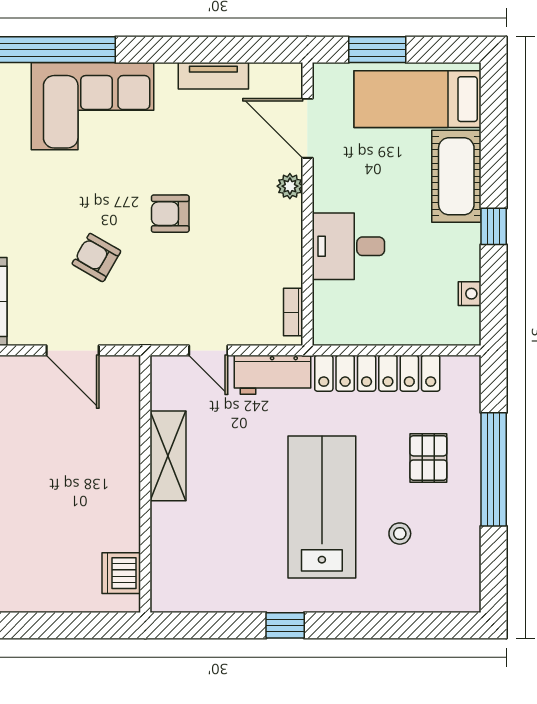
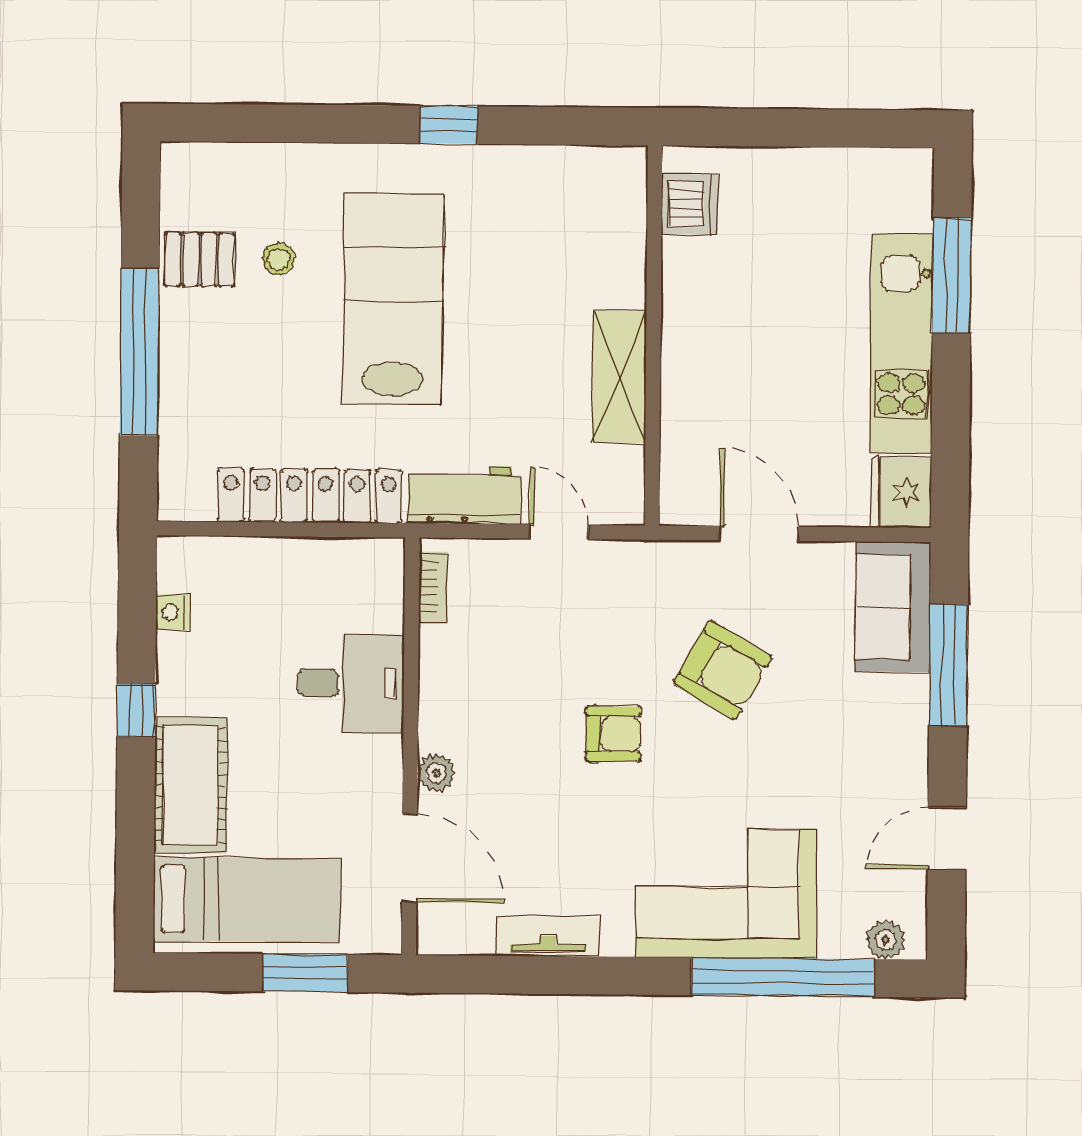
armchair: (96, 257) -> (723, 670), width x1.38, depth x1.38
pallet: (428, 458) -> (200, 260), moved, turned 90
lab bench: (322, 507) -> (393, 299), turned 180

